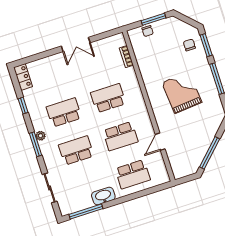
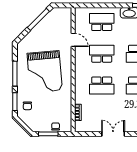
grand piano: (182, 92) -> (45, 72), width x1.37, depth x1.48
door: (160, 142) -> (73, 40), hinge flipped

